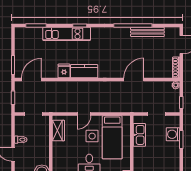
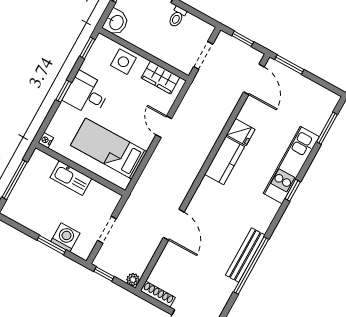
bench: (147, 32) -> (245, 255), moved
kitchen sink: (139, 135) -> (71, 178), moved
side table: (92, 136) -> (123, 62), moved

